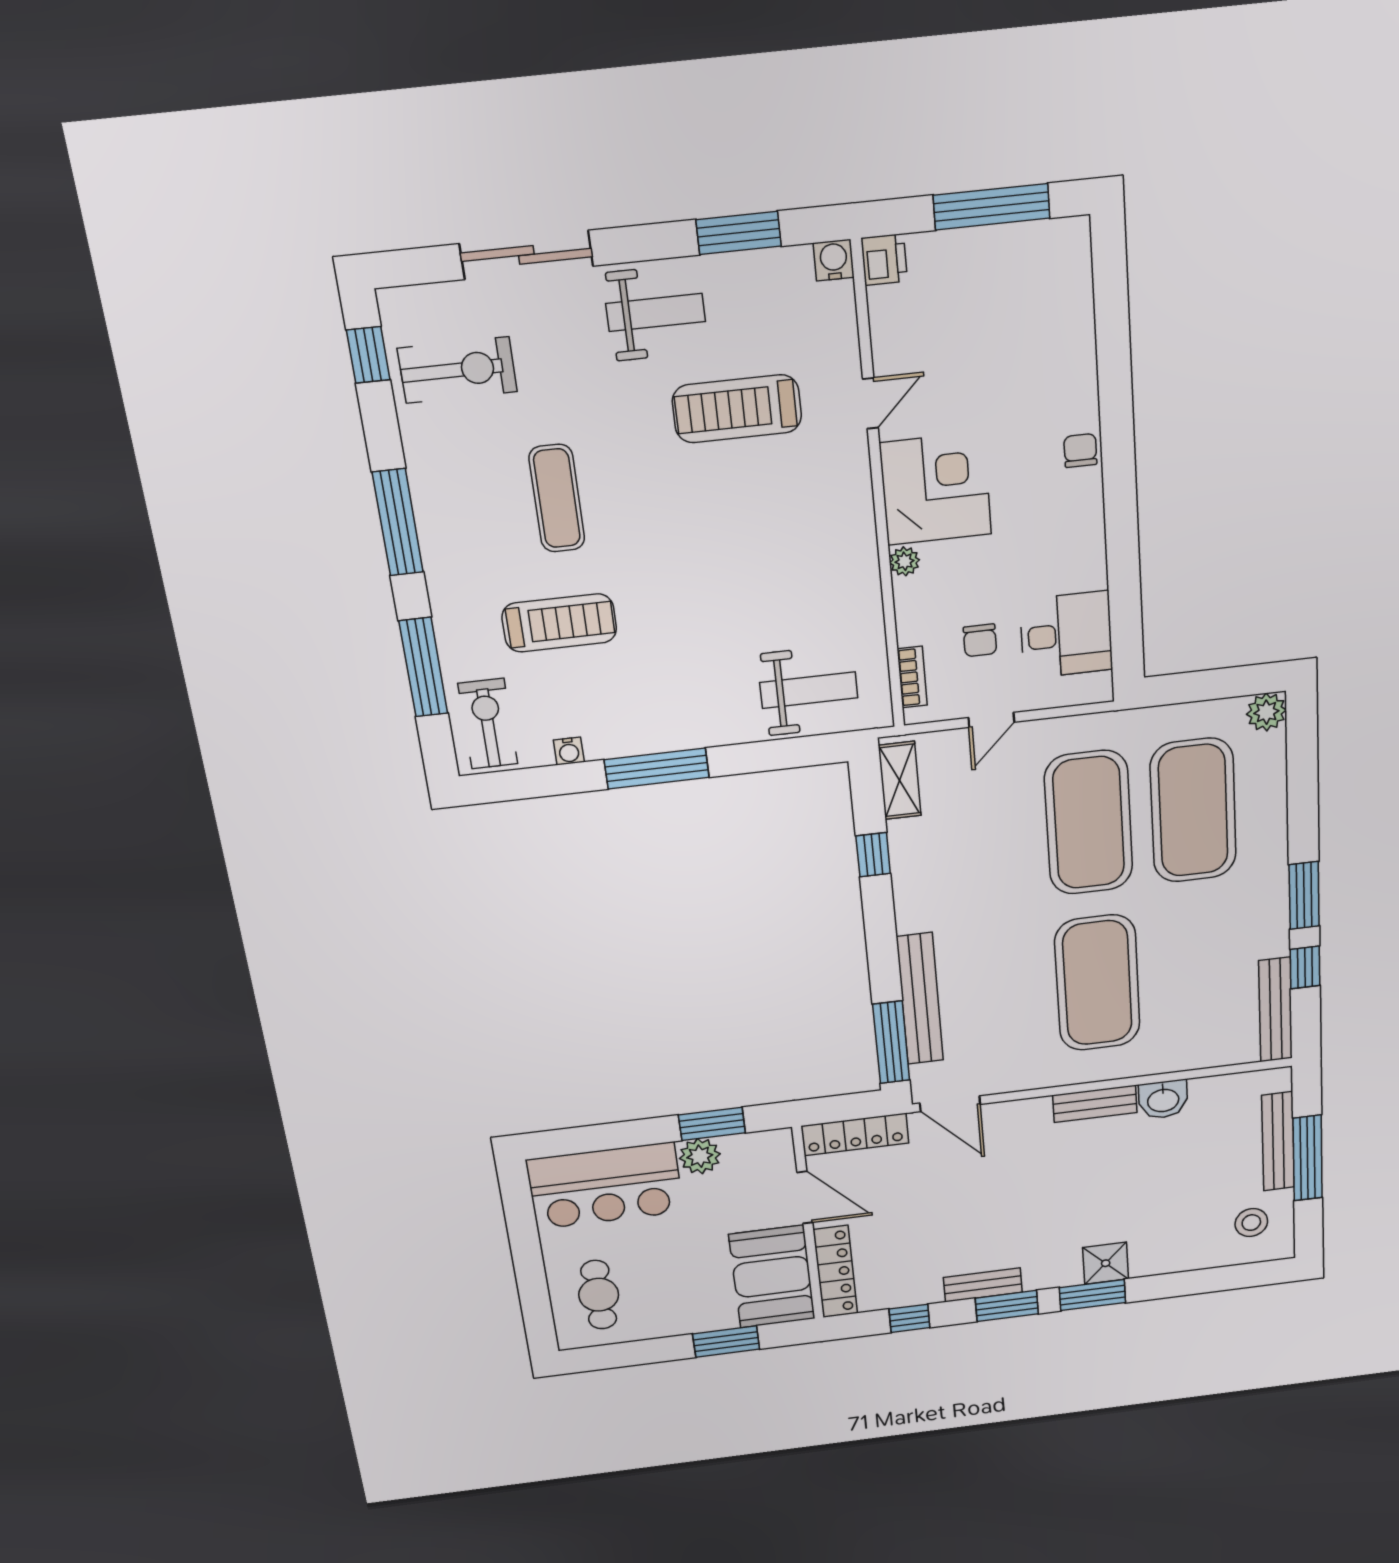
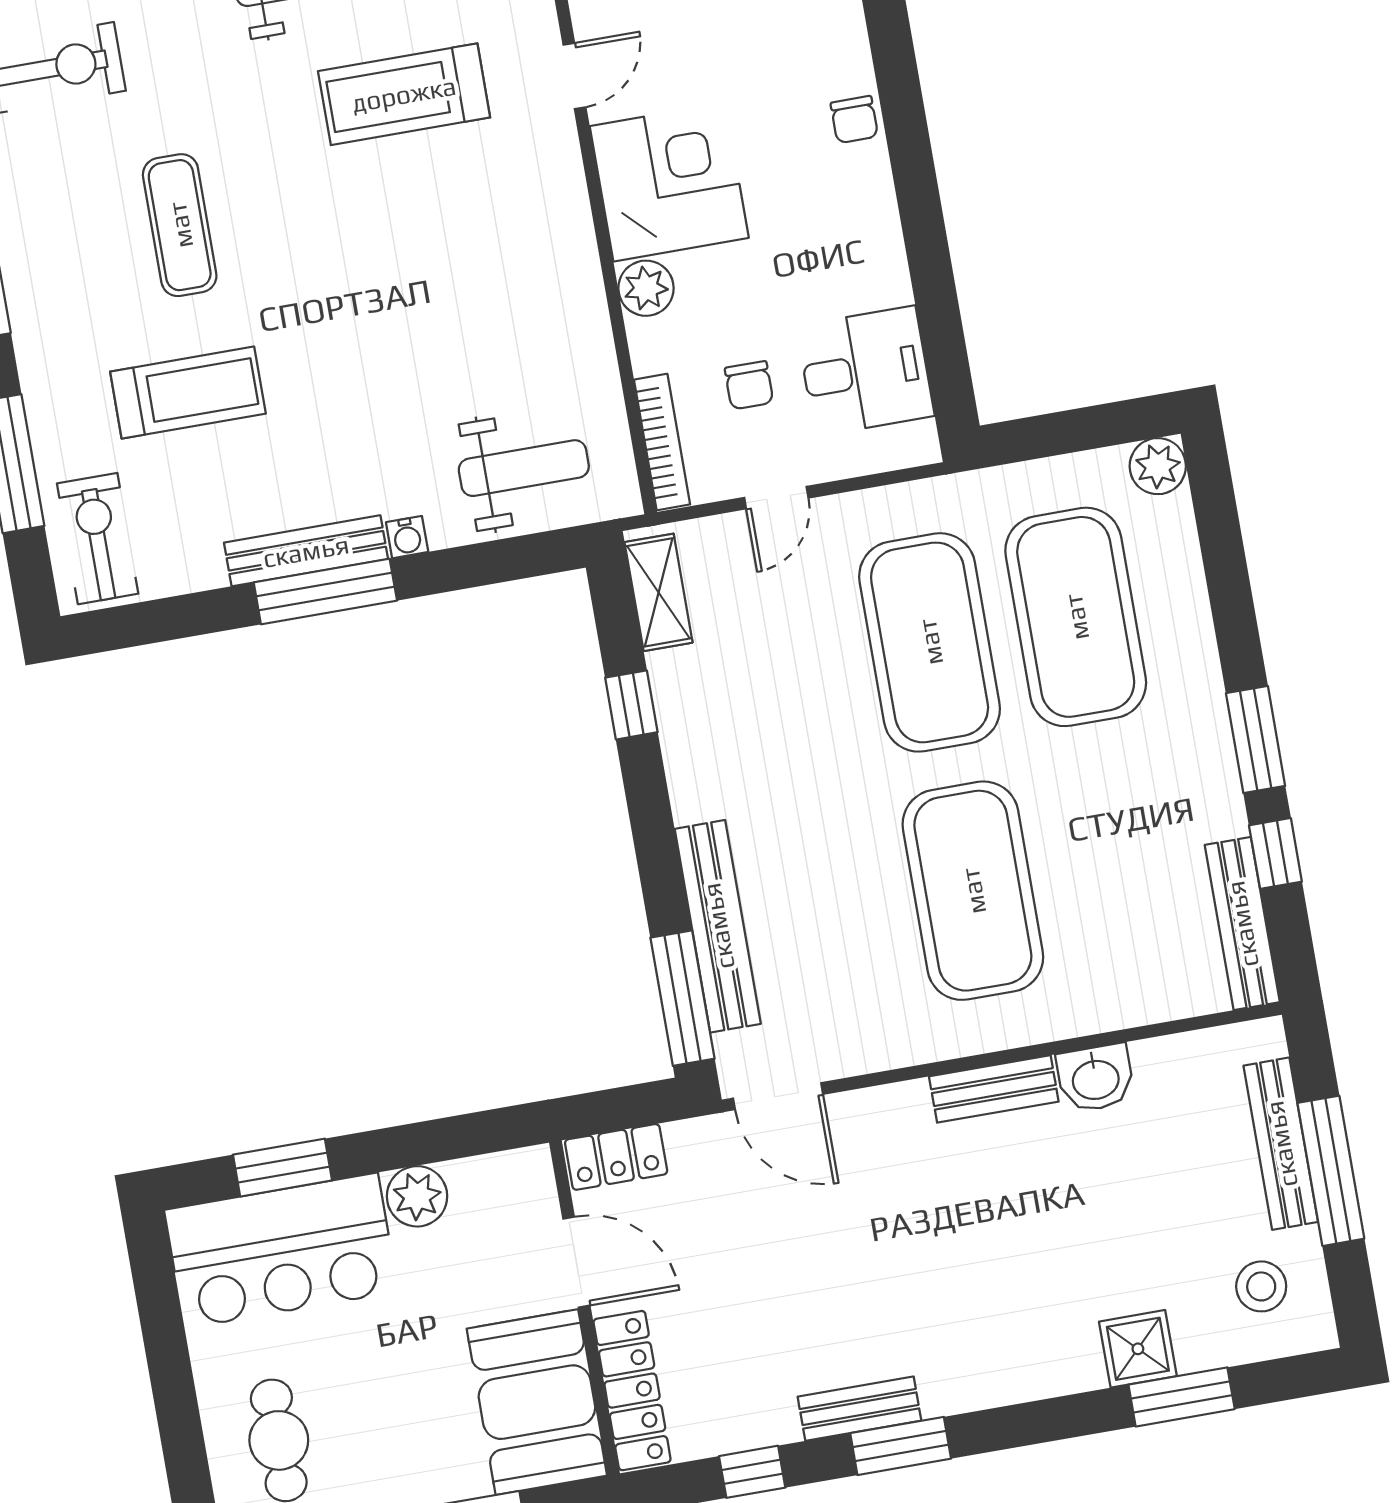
chair: (1080, 451) -> (854, 120), turned 180
plant: (905, 561) -> (646, 288), width x1.38, depth x1.38
bookcase: (912, 677) -> (662, 442), width x1.56
bench: (644, 740) -> (306, 551), added
water cooler: (569, 751) -> (407, 537), moved
window: (712, 1124) -> (283, 1168), moved
locker: (855, 1134) -> (616, 1157), width x0.66
shower: (1106, 1263) -> (1138, 1349), moved
window: (1092, 1295) -> (1182, 1397), moved

